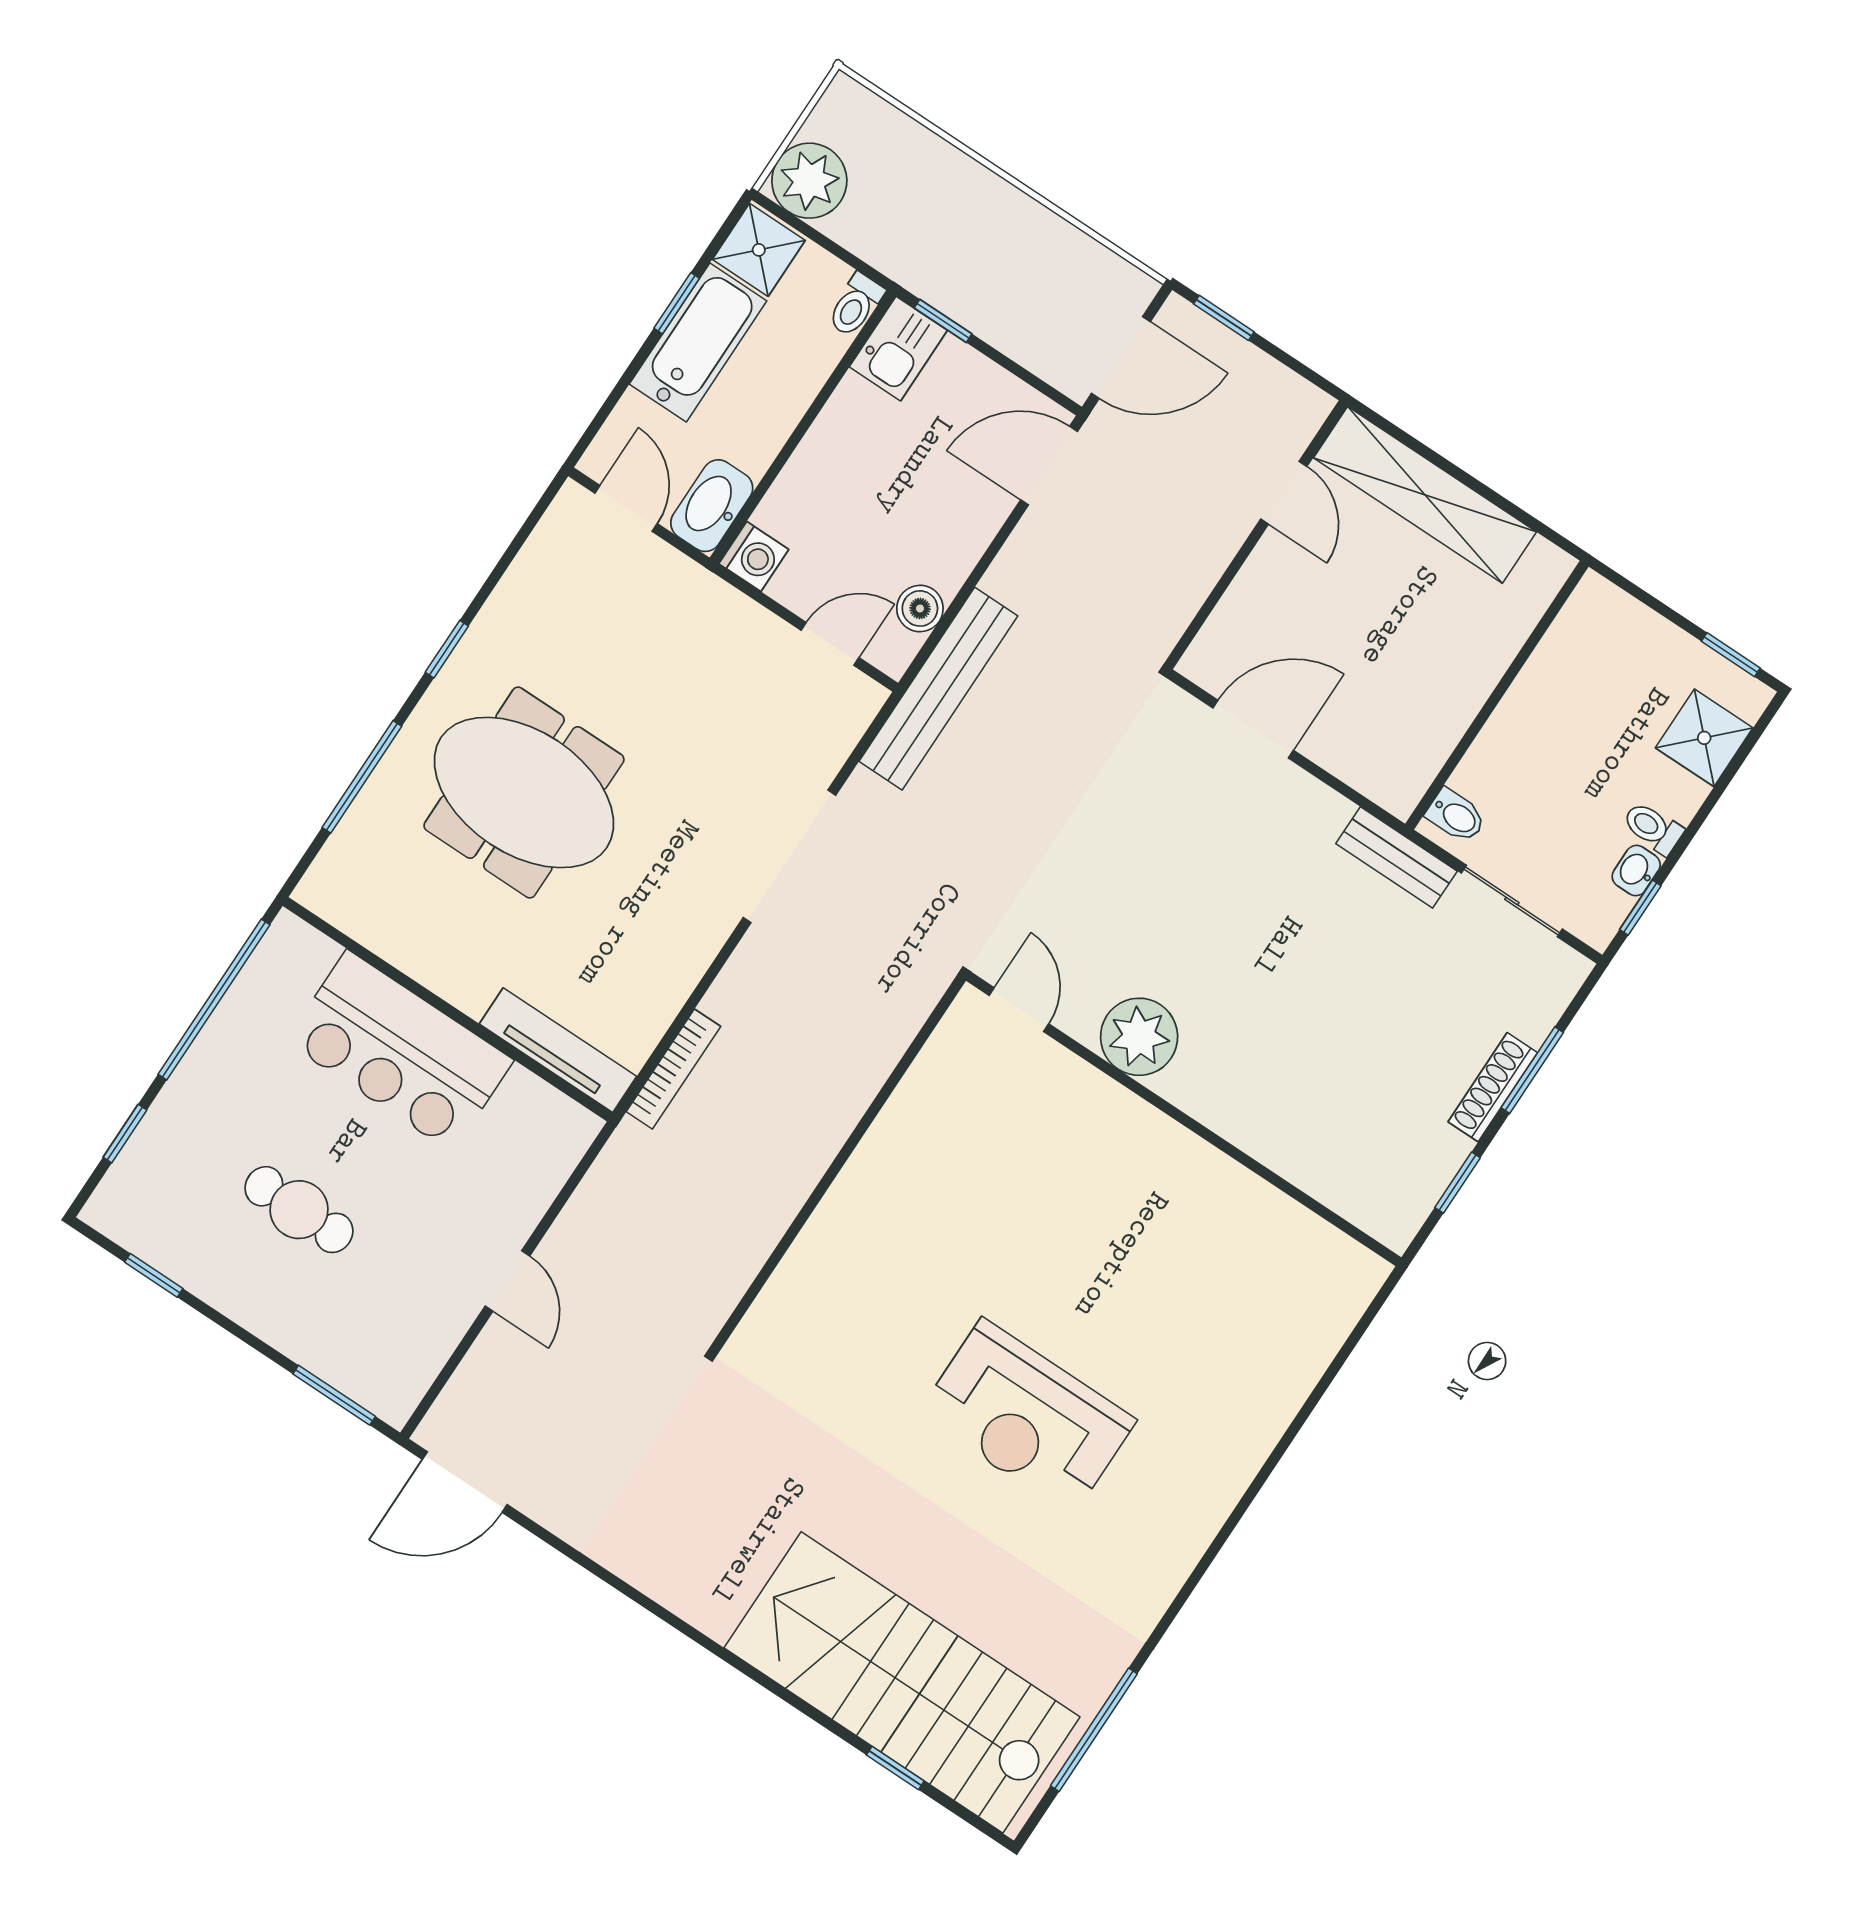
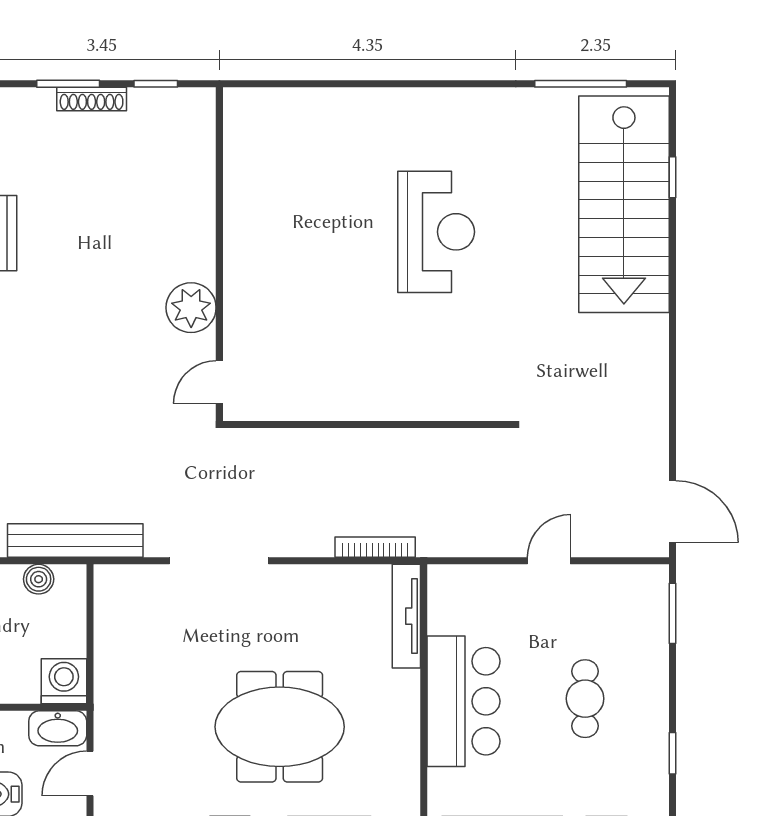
washing machine: (754, 556) -> (64, 681), width x1.38, depth x1.38
door: (830, 644) -> (90, 615), removed
meeting table: (524, 792) -> (280, 727), turned 90

